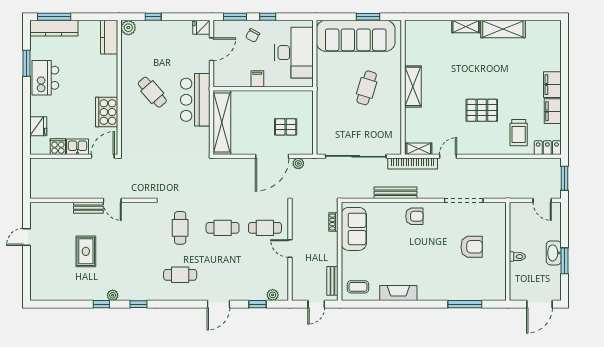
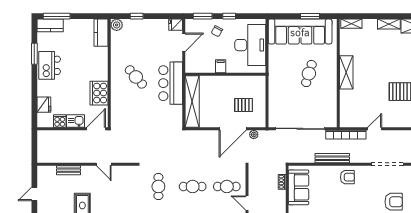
kitchen counter: (54, 28) -> (50, 25), width x0.67
shelving: (419, 149) -> (351, 24), moved
bench: (88, 208) -> (68, 170), moved

